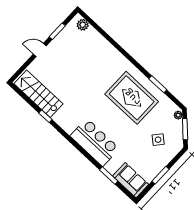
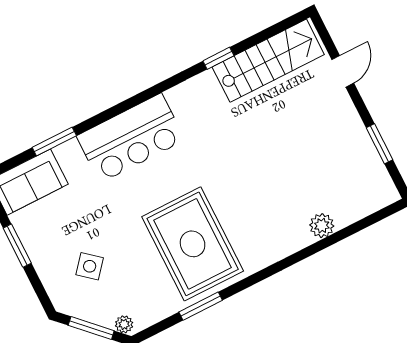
plant: (83, 25) -> (322, 226), moved
door: (40, 50) -> (343, 71), moved
rug: (132, 98) -> (193, 244), turned 90

